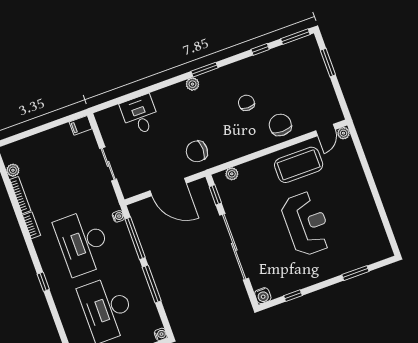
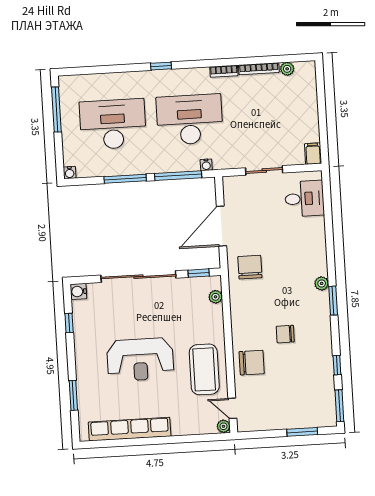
chair: (246, 103) -> (285, 334), turned 180
desk: (140, 115) -> (304, 199), moved
row of seats: (370, 215) -> (130, 429), added

